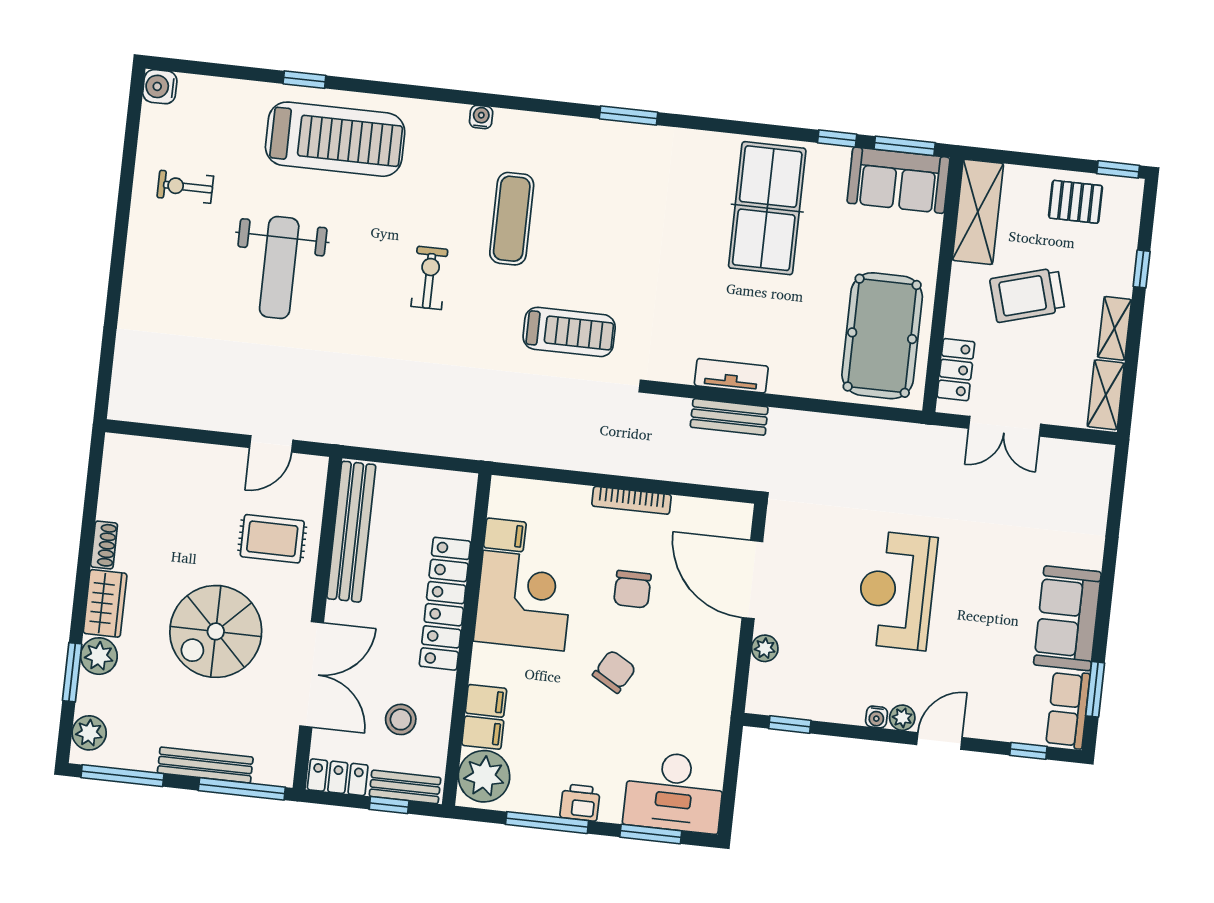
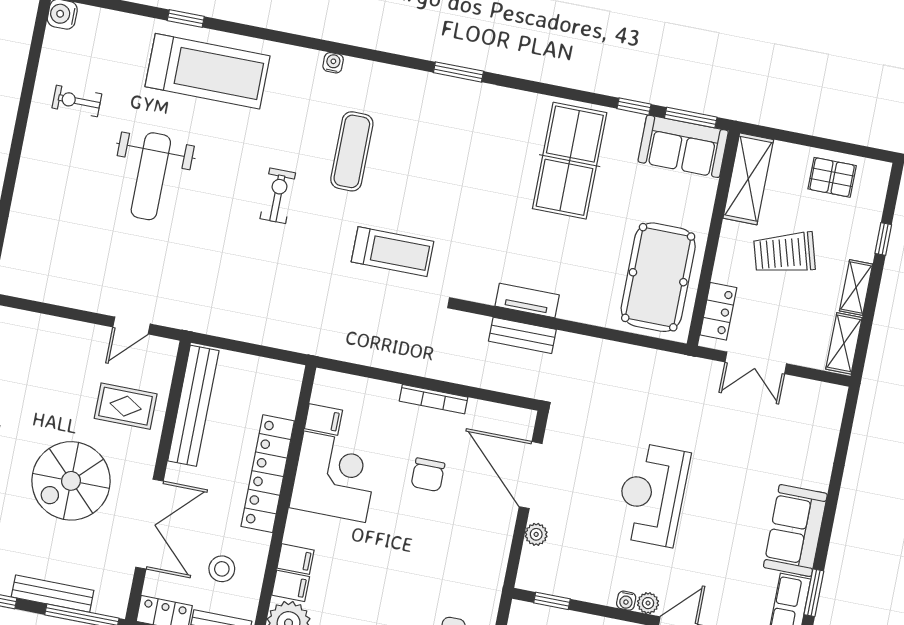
window: (1118, 169) -> (870, 153), removed
chair: (614, 672) -> (407, 543), removed

